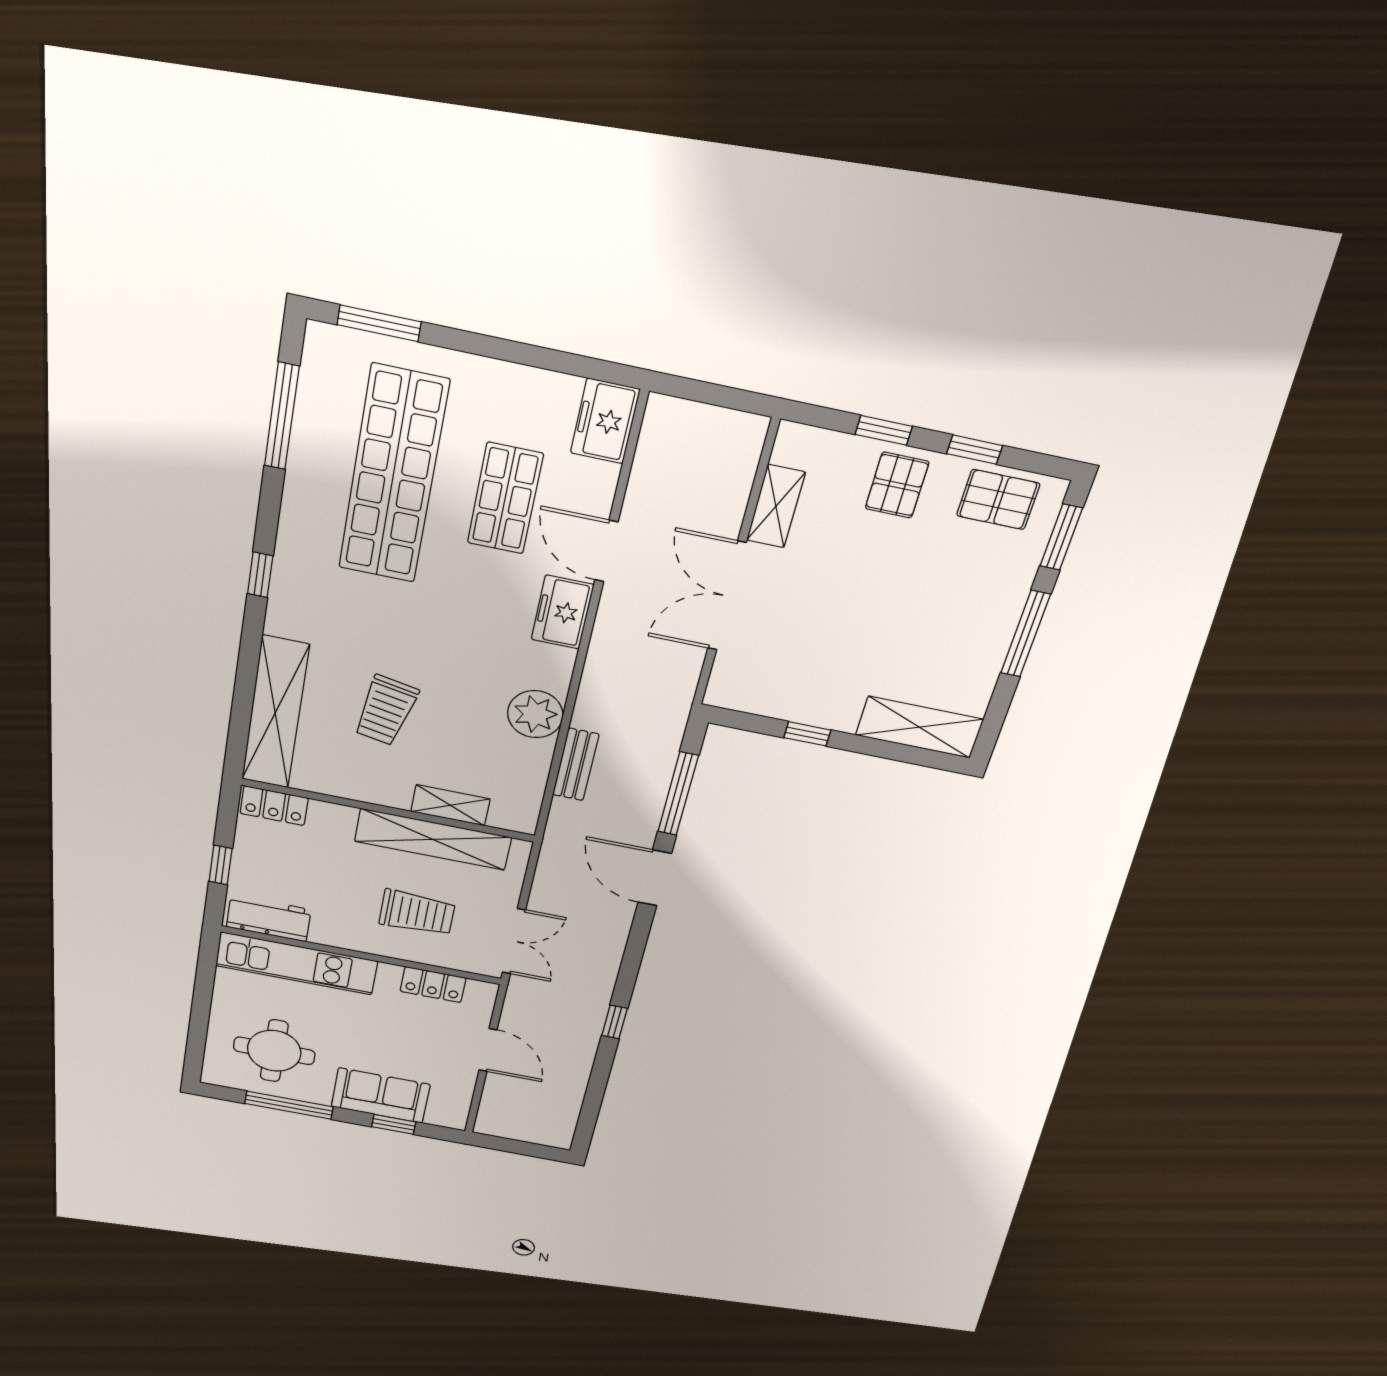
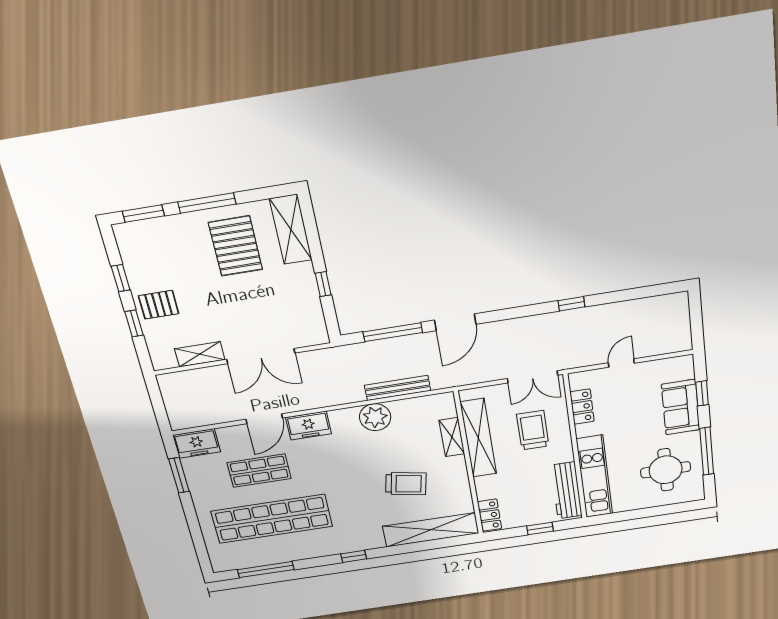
window: (379, 323) -> (179, 475), moved
pallet: (998, 500) -> (235, 246), moved, width x1.50, depth x1.42
bench: (576, 765) -> (398, 388), width x1.36
workbench: (269, 918) -> (566, 491), width x1.38
double door: (514, 941) -> (532, 377), swing flipped
door: (488, 1050) -> (621, 363), width x0.73

